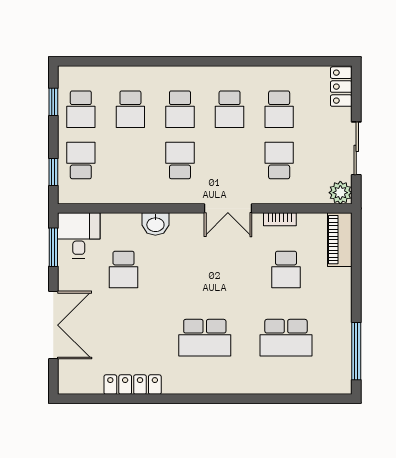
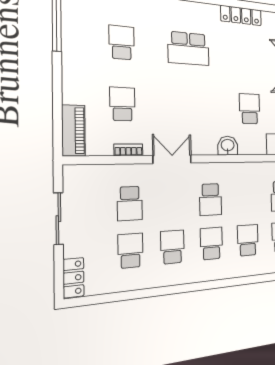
plant: (340, 193) -> (73, 175), removed
school desk: (205, 338) -> (189, 49), turned 180
school desk: (286, 338) -> (122, 43), width x0.54

